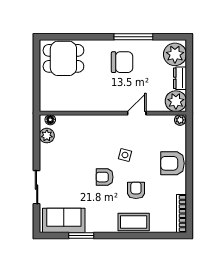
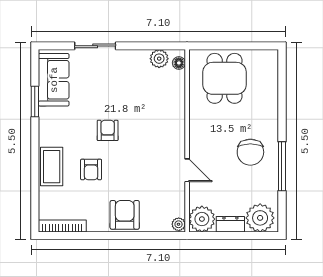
dining table: (63, 58) -> (225, 78), moved
side table: (125, 155) -> (135, 156), removed
armchair: (136, 190) -> (91, 169), turned 90

